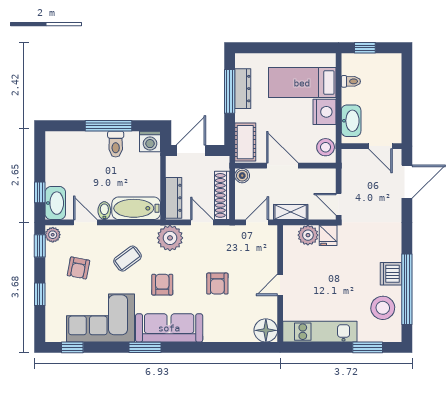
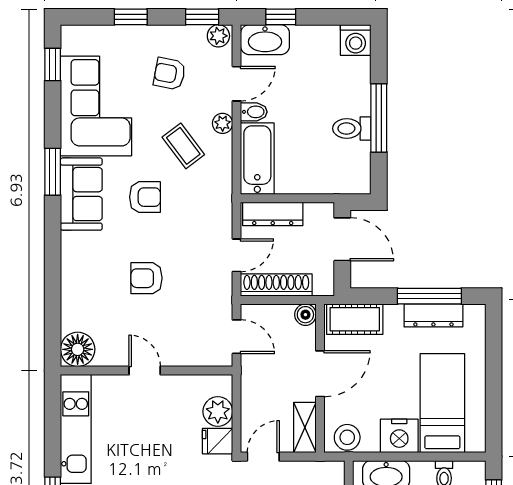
washing machine: (150, 141) -> (356, 40), moved, turned -90
shelving: (291, 212) -> (305, 428), moved
plant: (170, 238) -> (223, 123), moved, width x0.53, depth x0.53
sofa: (169, 328) -> (81, 194), width x0.73

